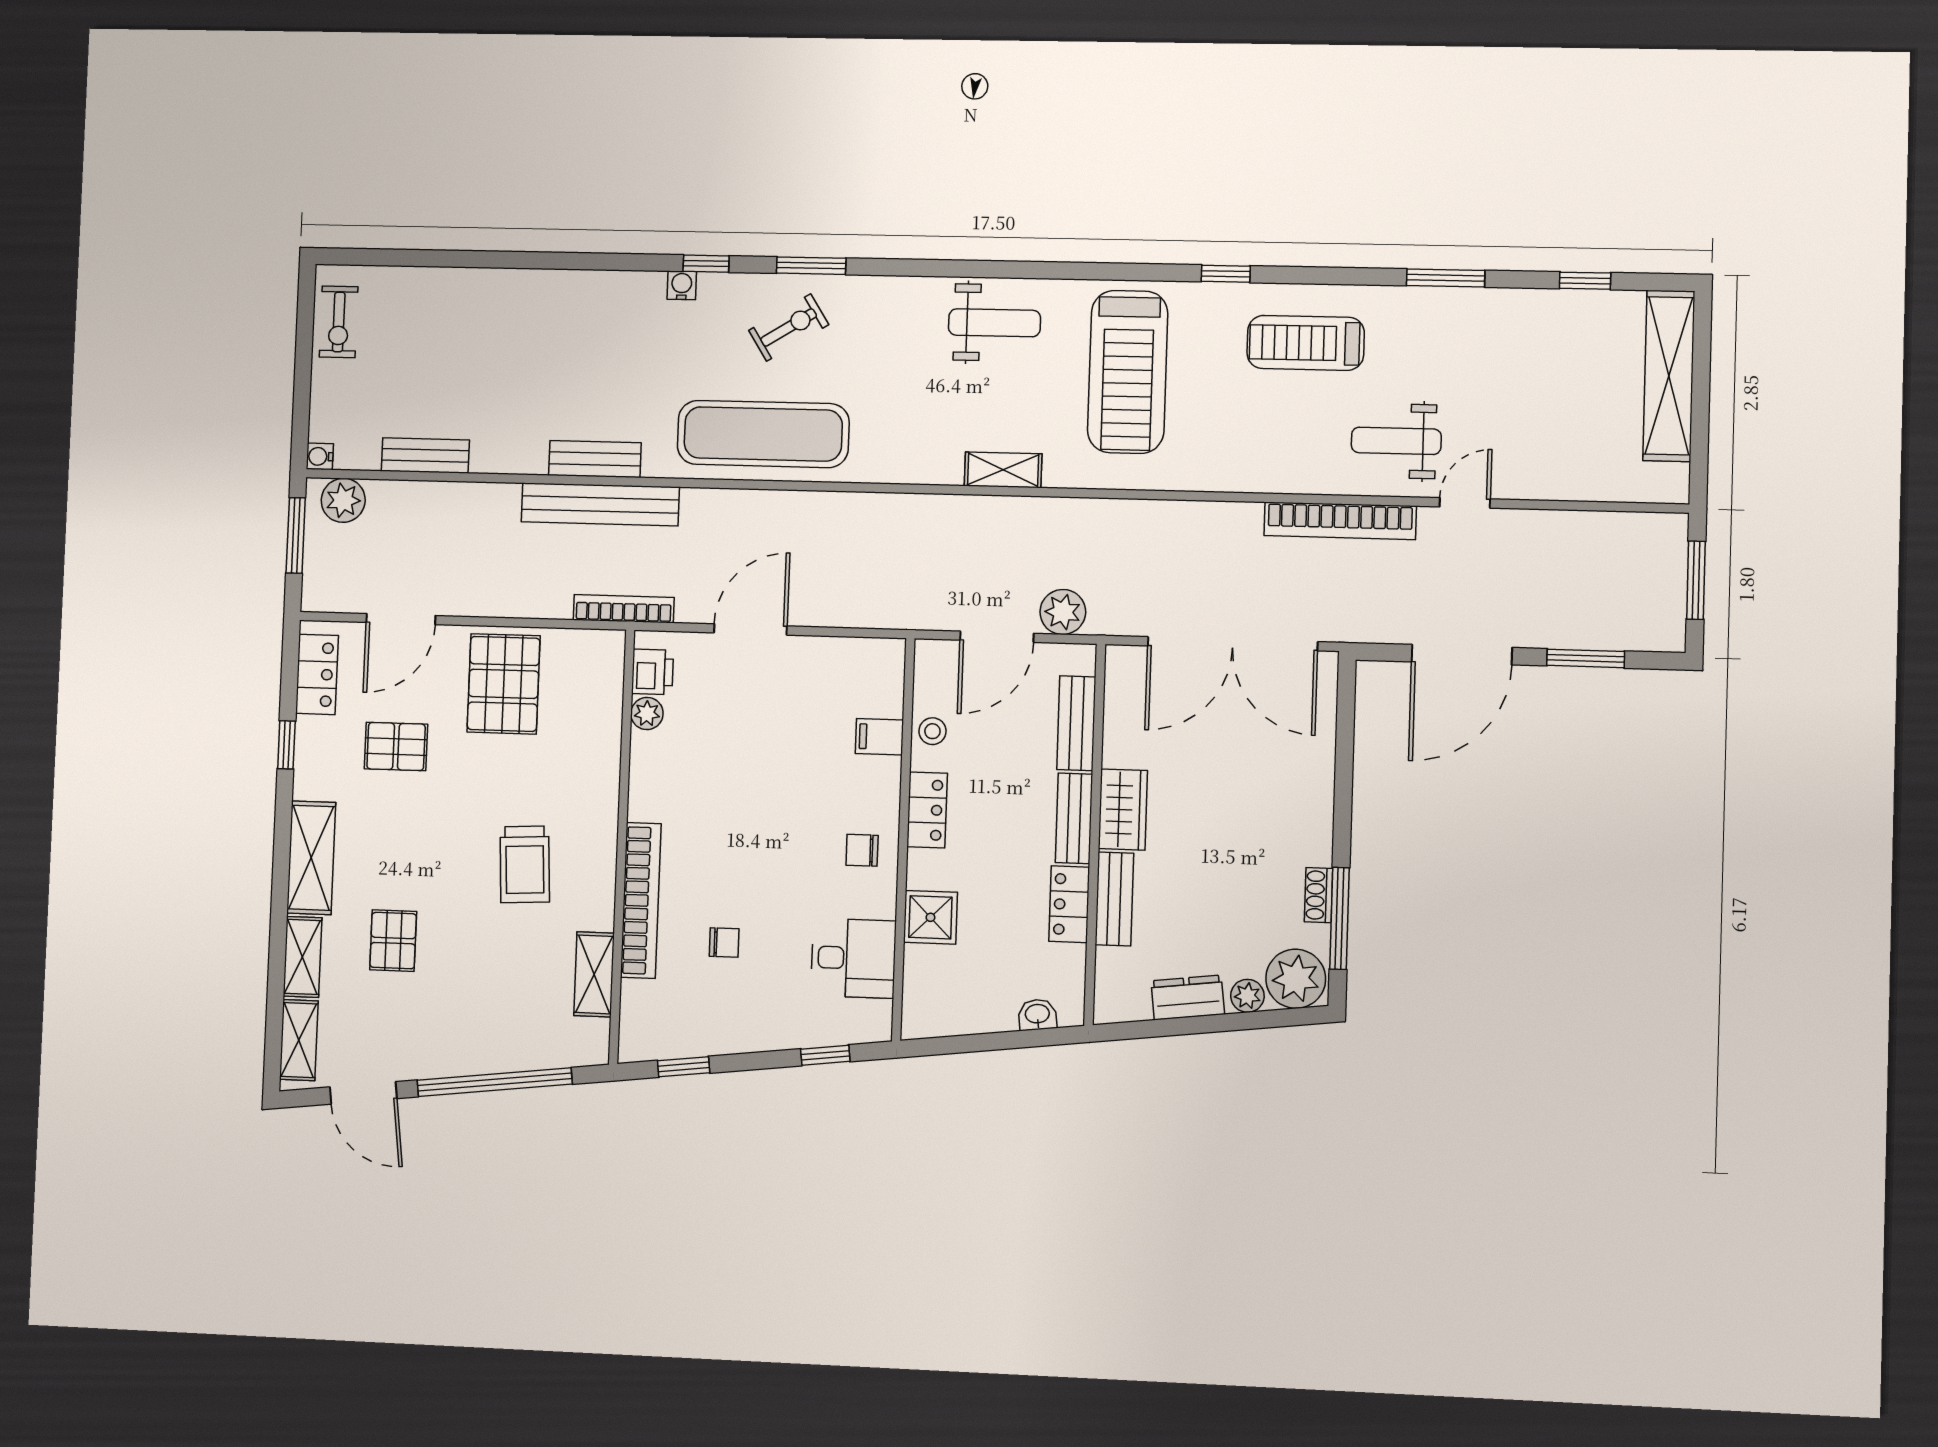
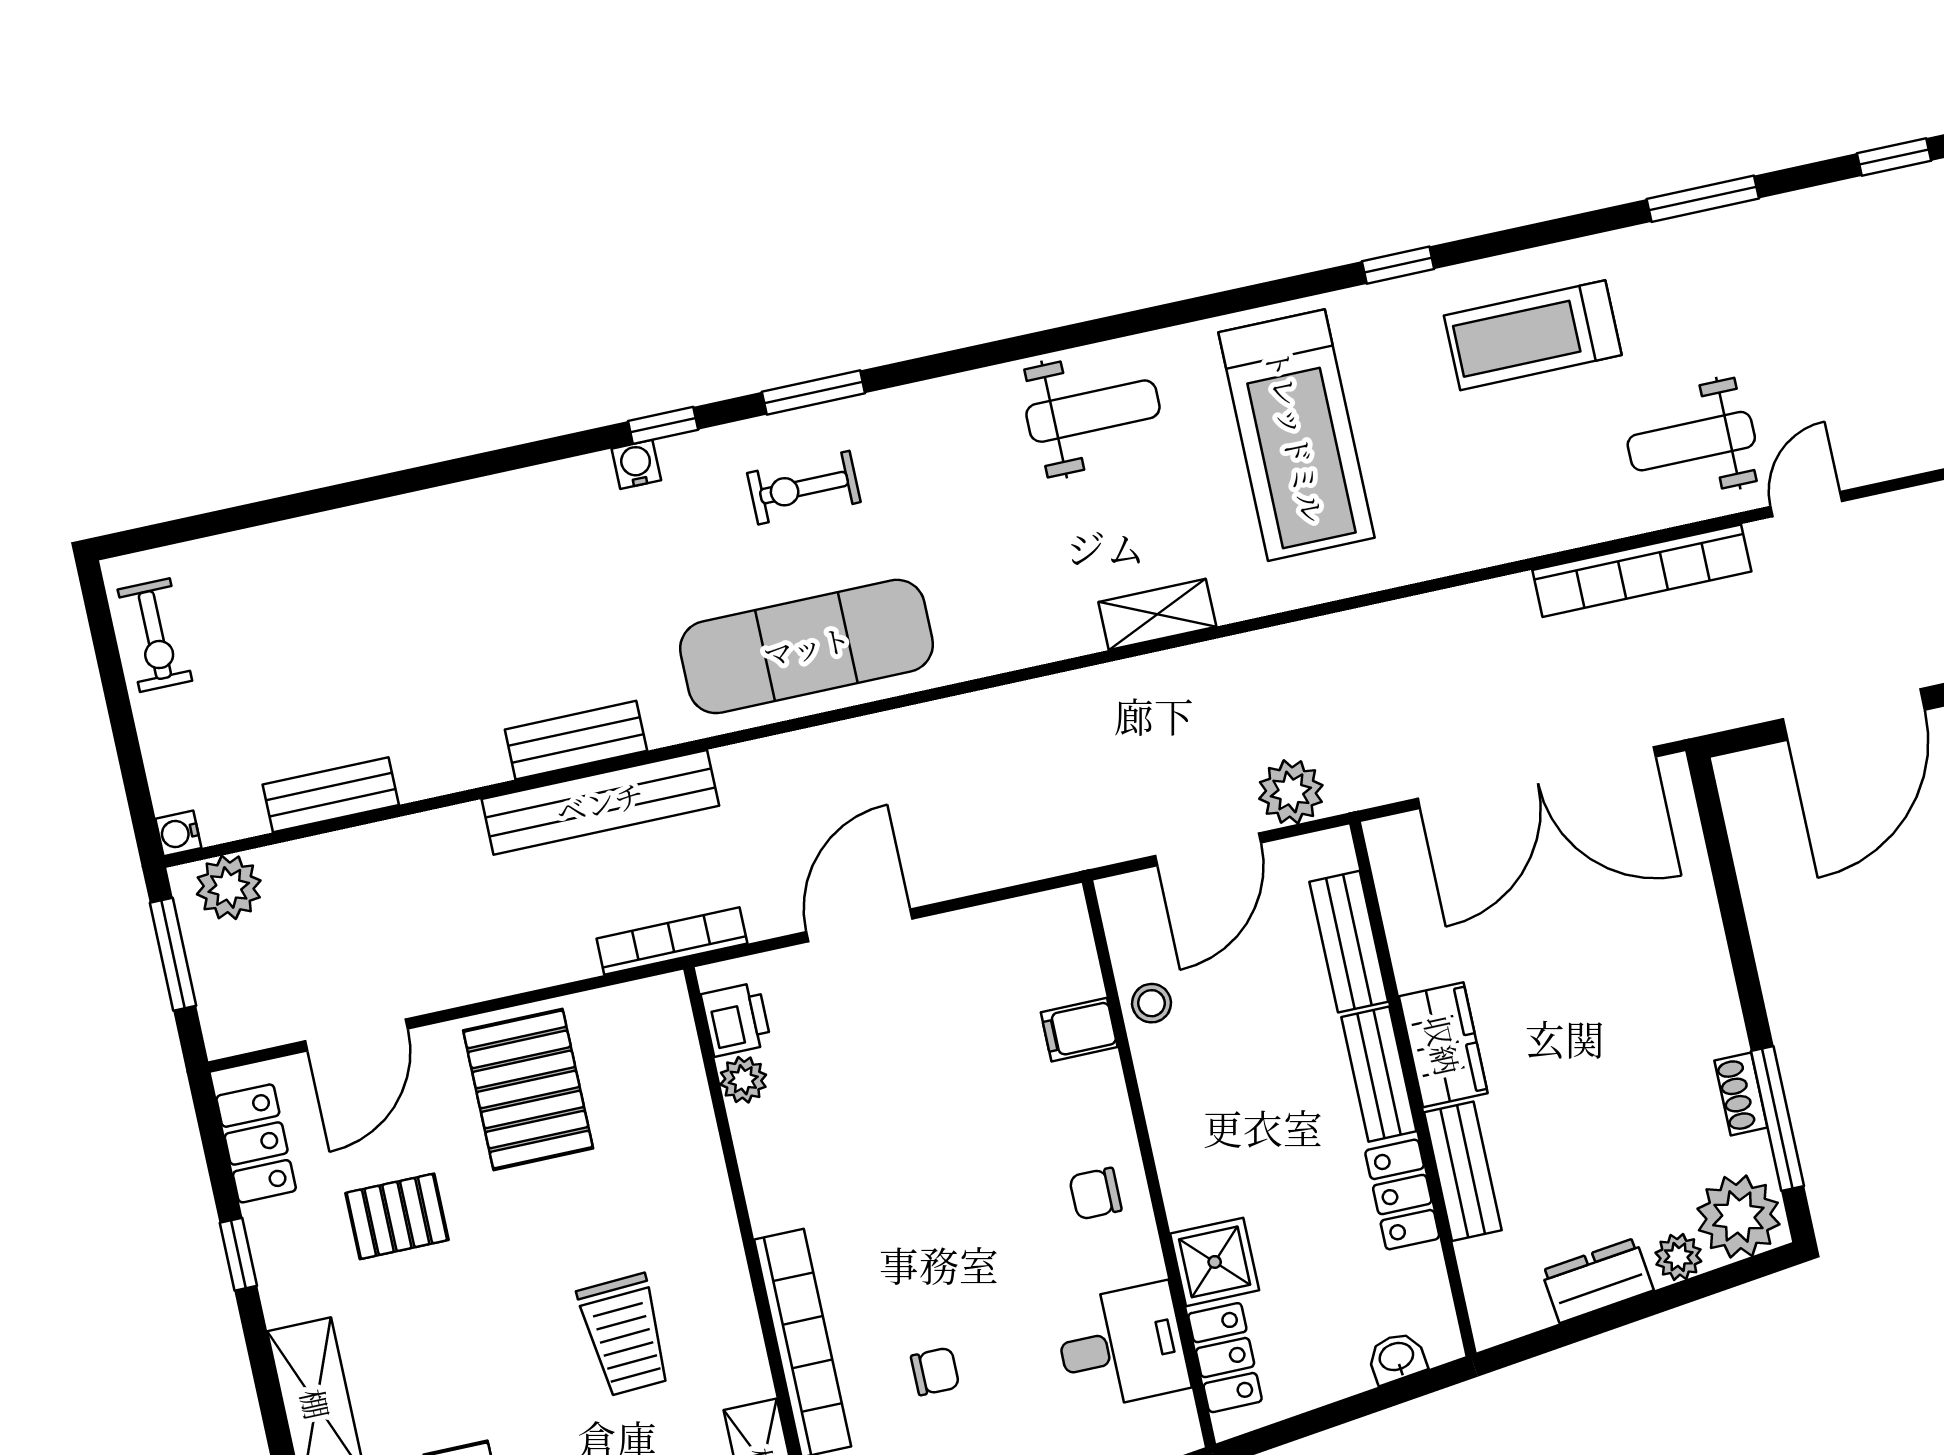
exercise bike: (789, 327) -> (804, 488), turned -148
locker: (927, 810) -> (1225, 1358), moved

